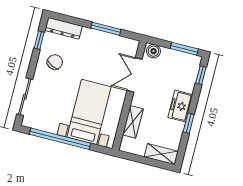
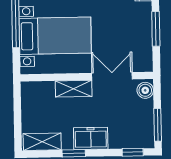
shelving: (133, 122) -> (74, 89), moved
shelving: (161, 154) -> (42, 142), moved, turned 90

